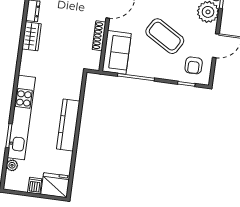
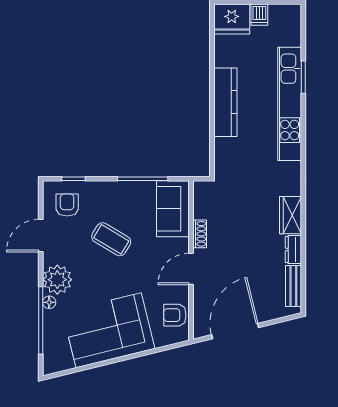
shoe rack: (99, 36) -> (200, 234), width x0.70
coffee table: (165, 36) -> (111, 239), width x0.73, depth x0.76
plant: (12, 165) -> (294, 38), removed

